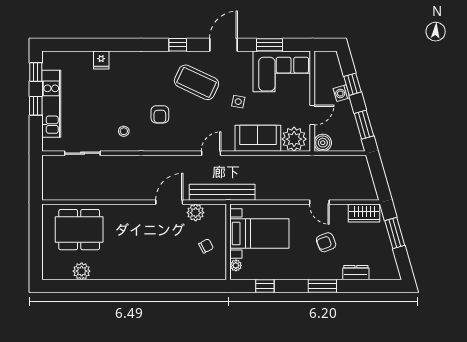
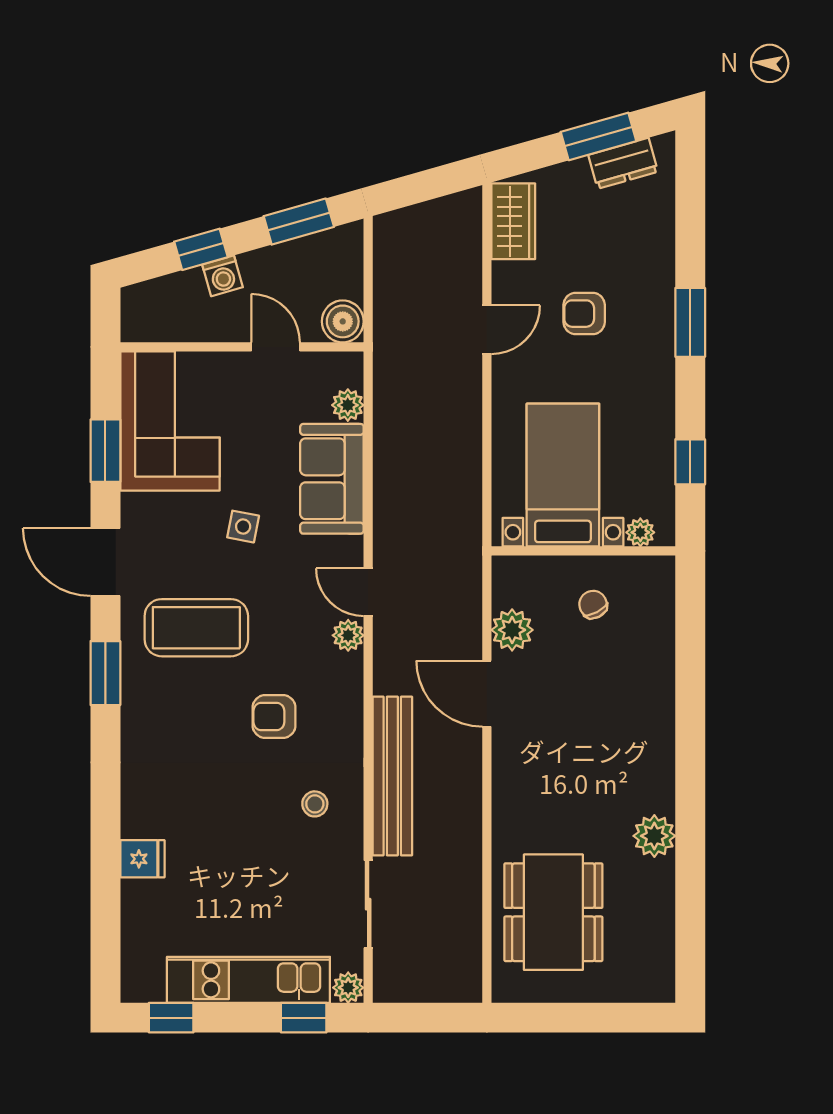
window: (178, 45) -> (105, 673), width x1.50
coffee table: (196, 82) -> (196, 628), turned 65
window: (36, 106) -> (304, 1018), moved
armchair: (160, 114) -> (274, 717), turned 180
plant: (294, 139) -> (348, 405), width x0.53, depth x0.53
plant: (48, 145) -> (348, 988), added
plant: (193, 145) -> (348, 635), added
bench: (222, 192) -> (392, 776), moved
window: (395, 233) -> (599, 136), moved
armchair: (326, 242) -> (584, 314), turned 111
plant: (82, 271) -> (654, 836), moved
dresser: (356, 273) -> (623, 163), moved, turned -106

